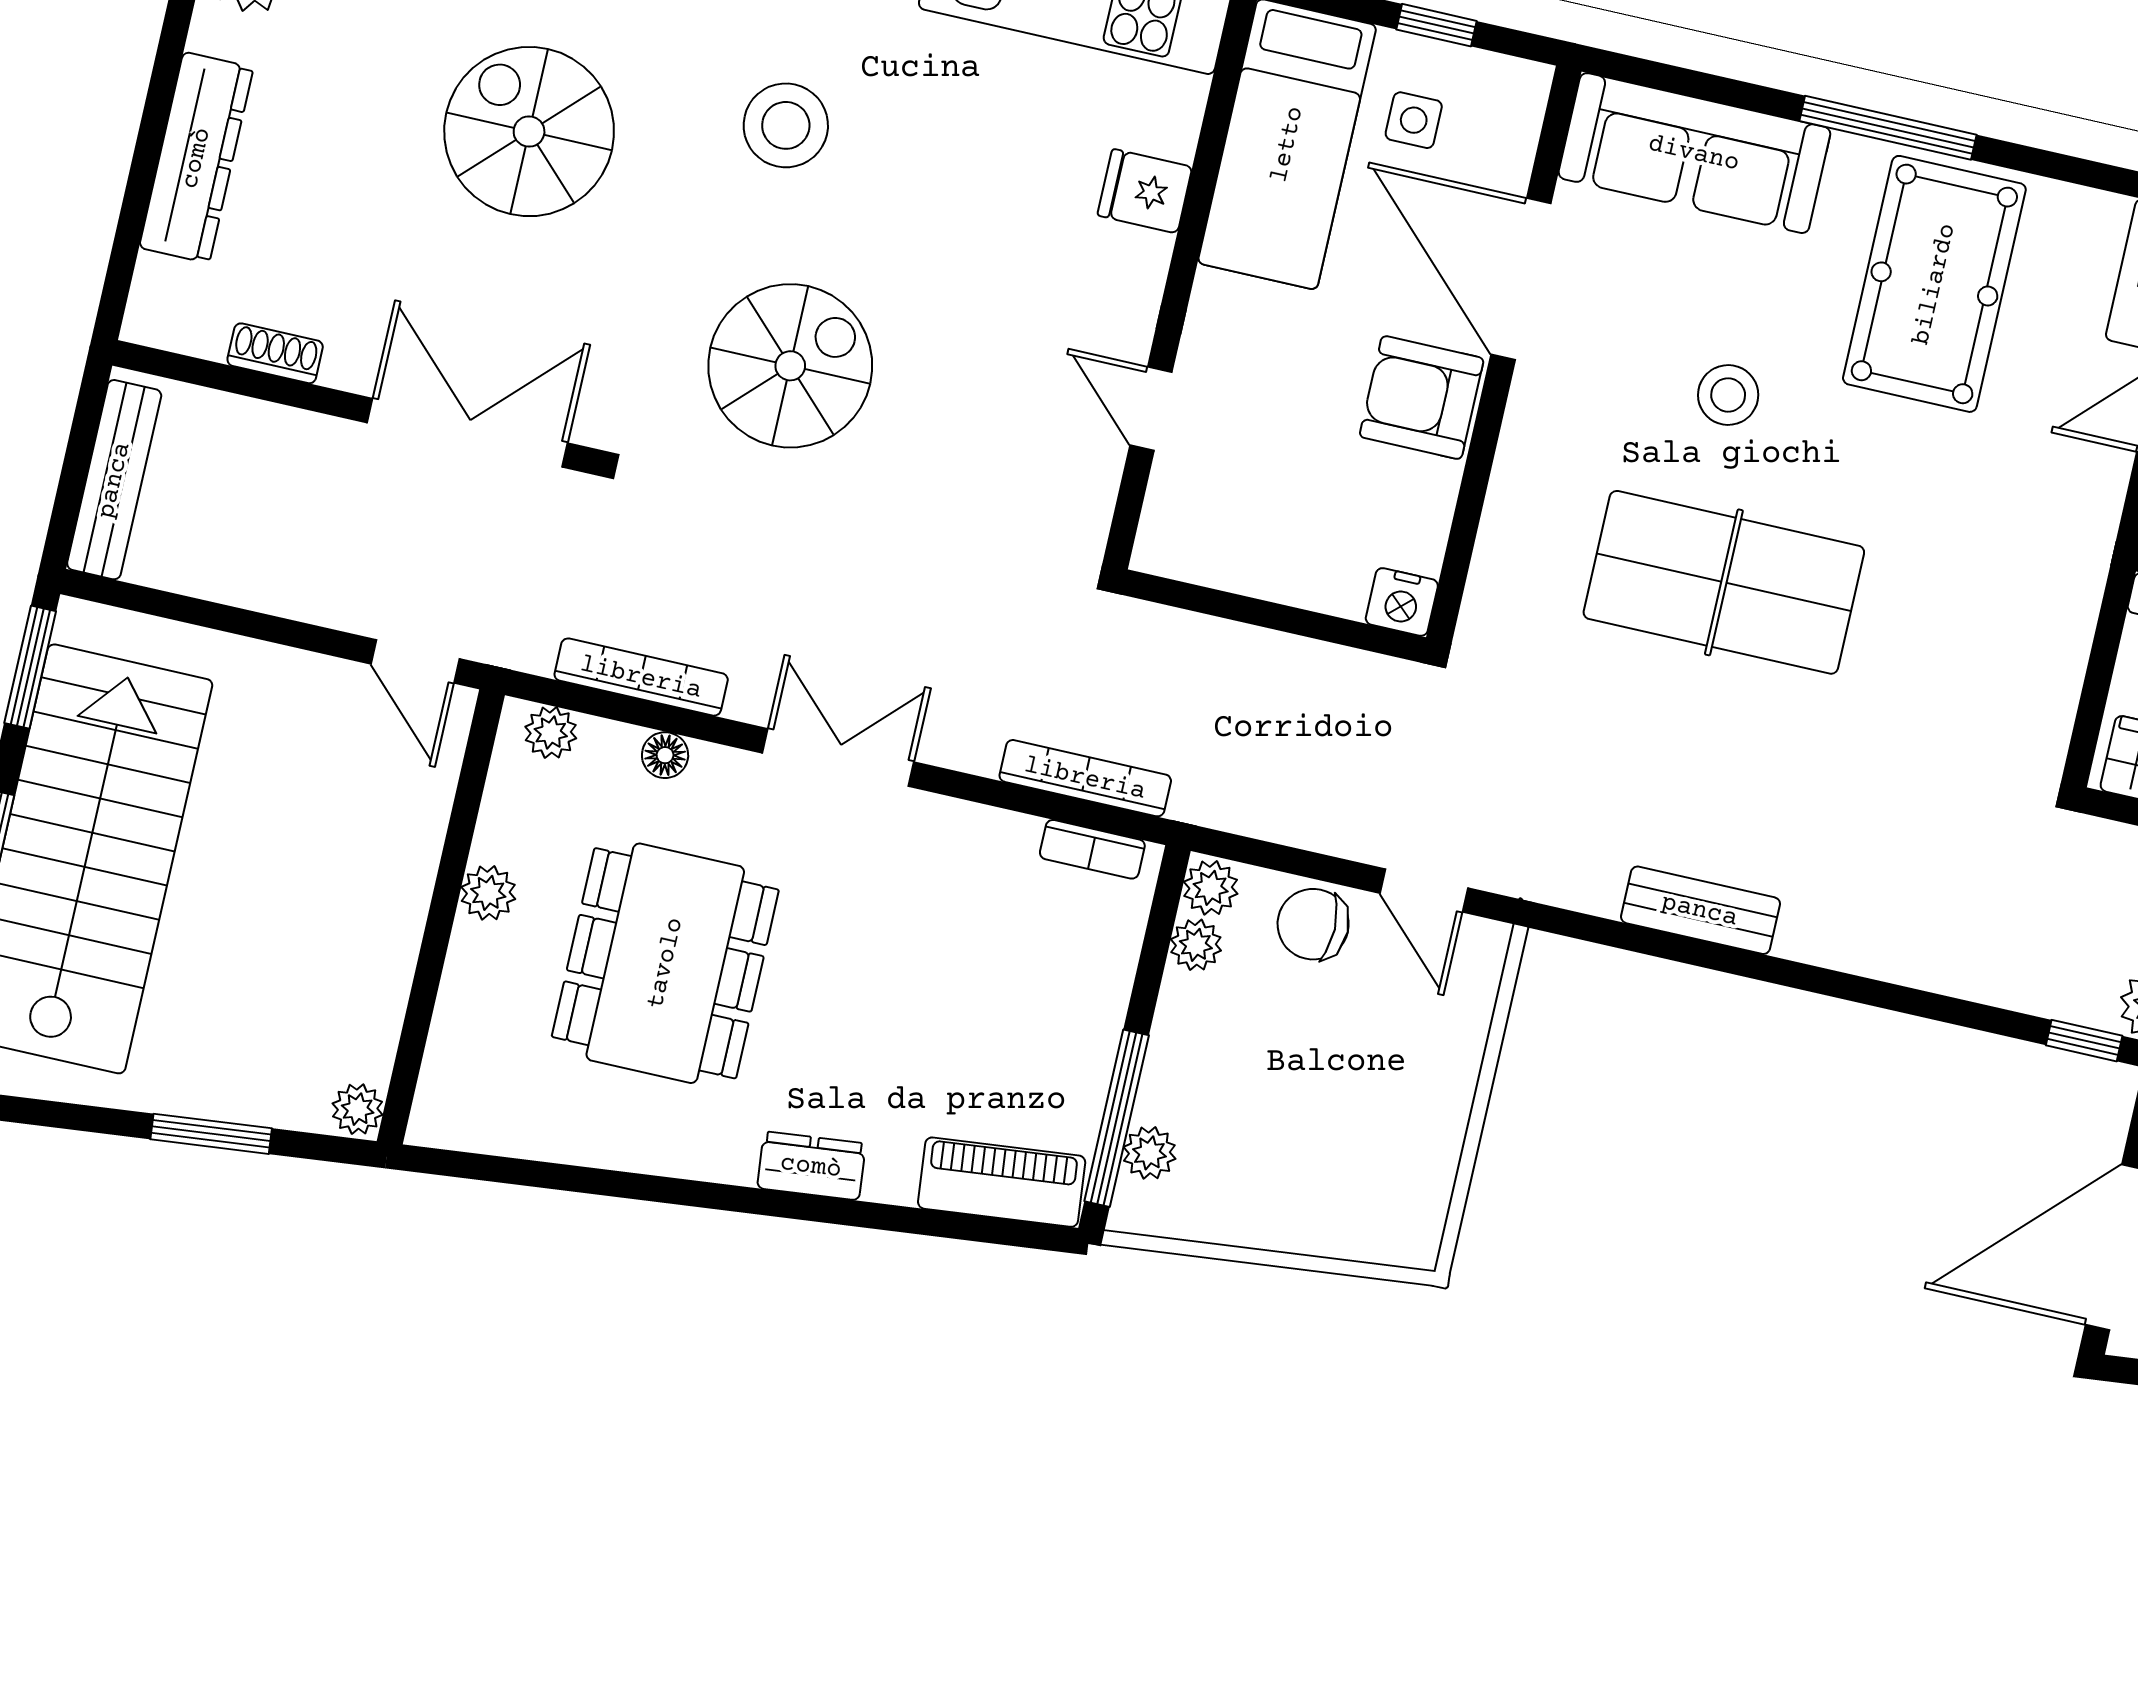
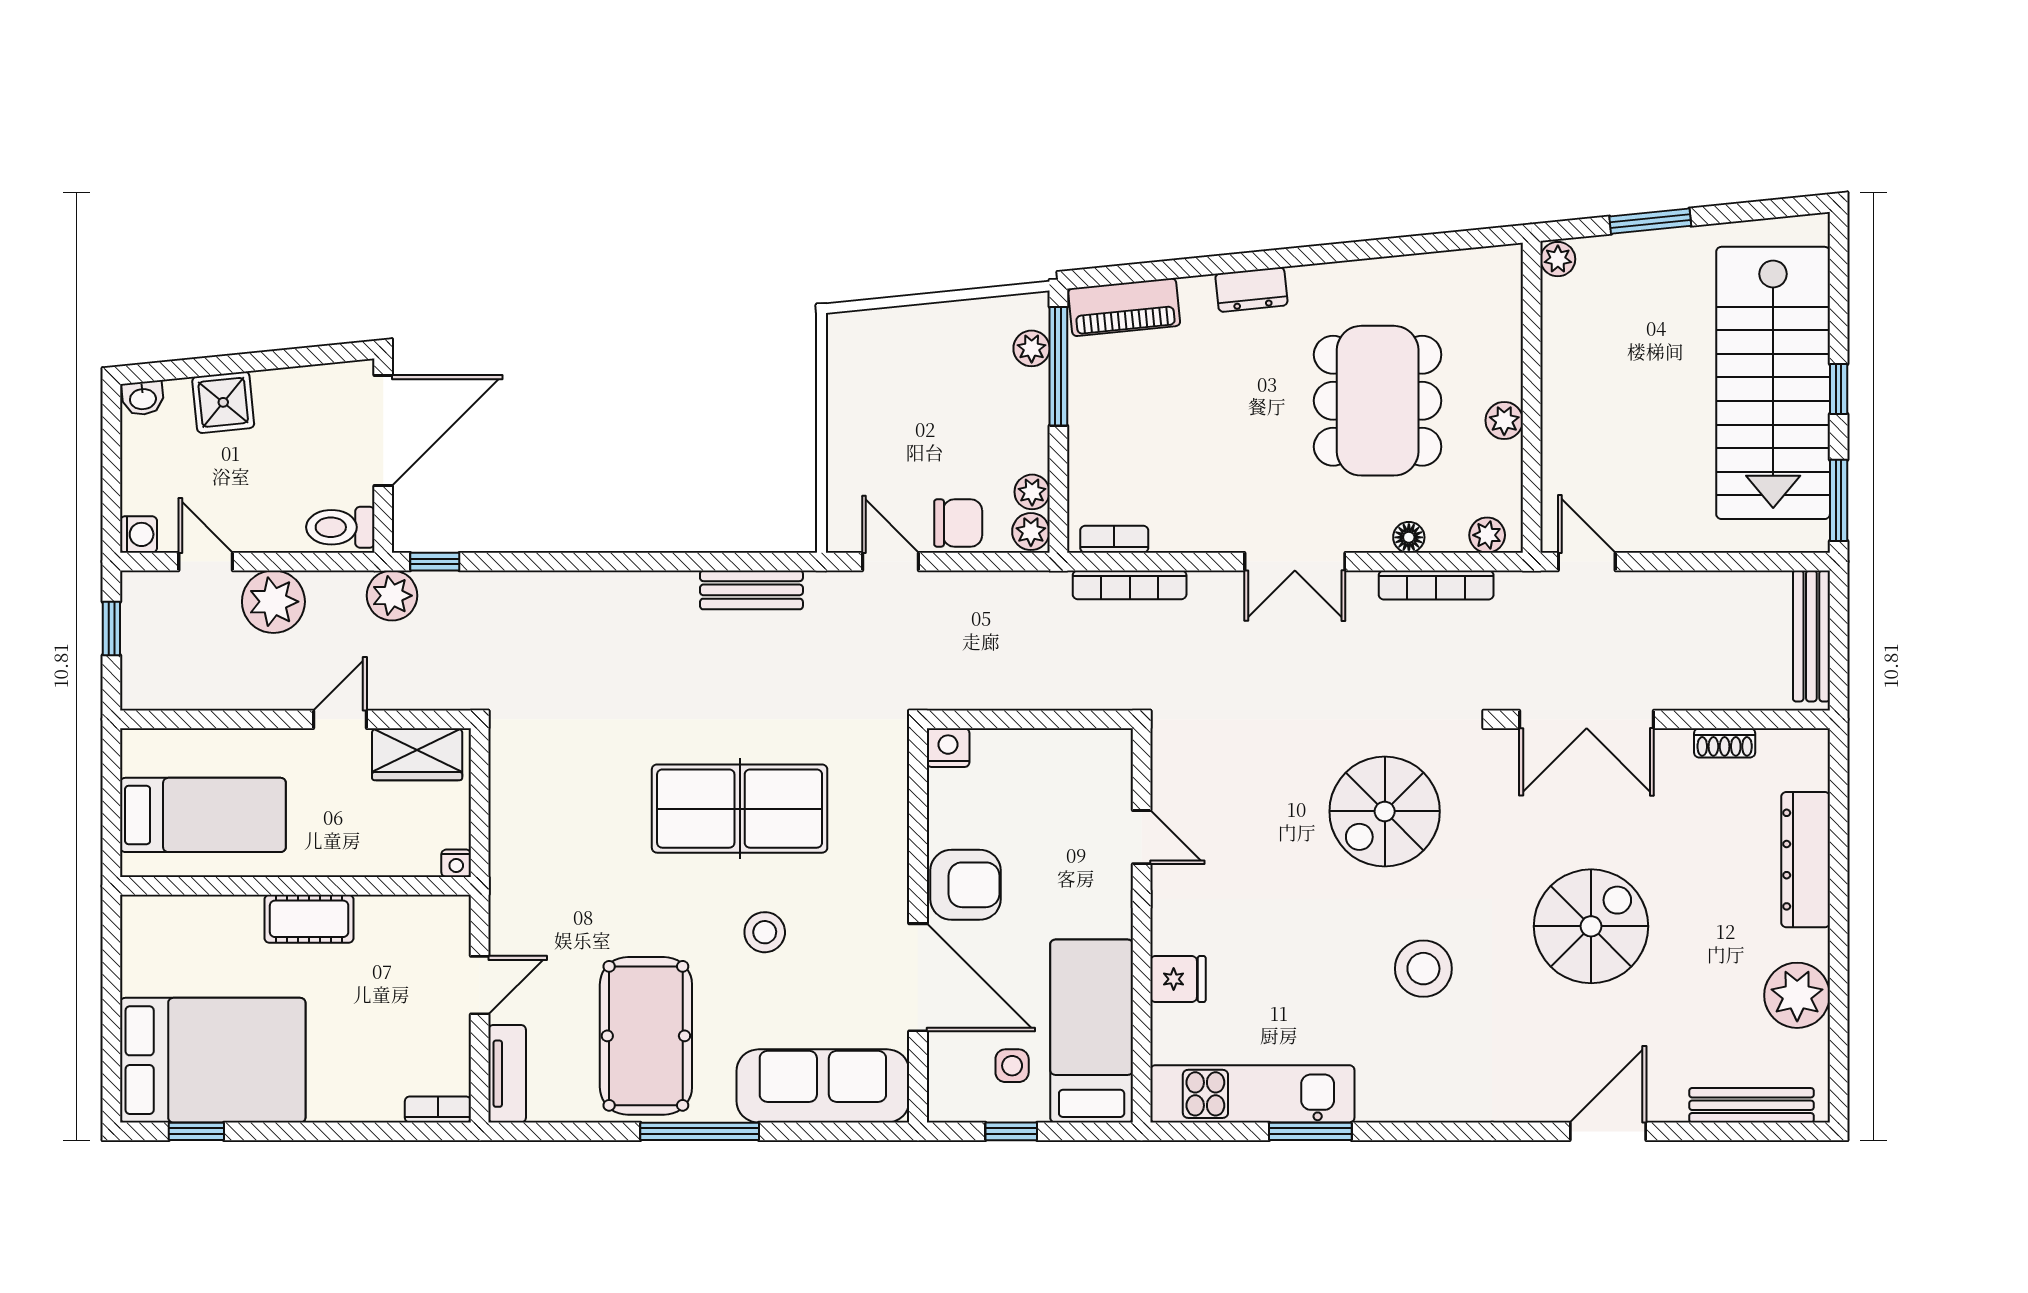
spiral stairs: (529, 132) -> (1591, 926), turned -90
bench: (1700, 910) -> (751, 590), moved

